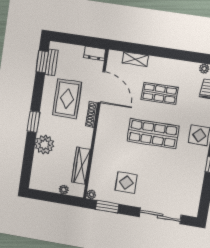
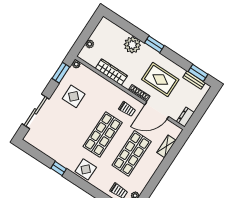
shop shelf: (160, 93) -> (132, 153), width x1.43, depth x1.36
trolley: (114, 120) -> (127, 109), added
wardrobe: (81, 166) -> (111, 72), moved

